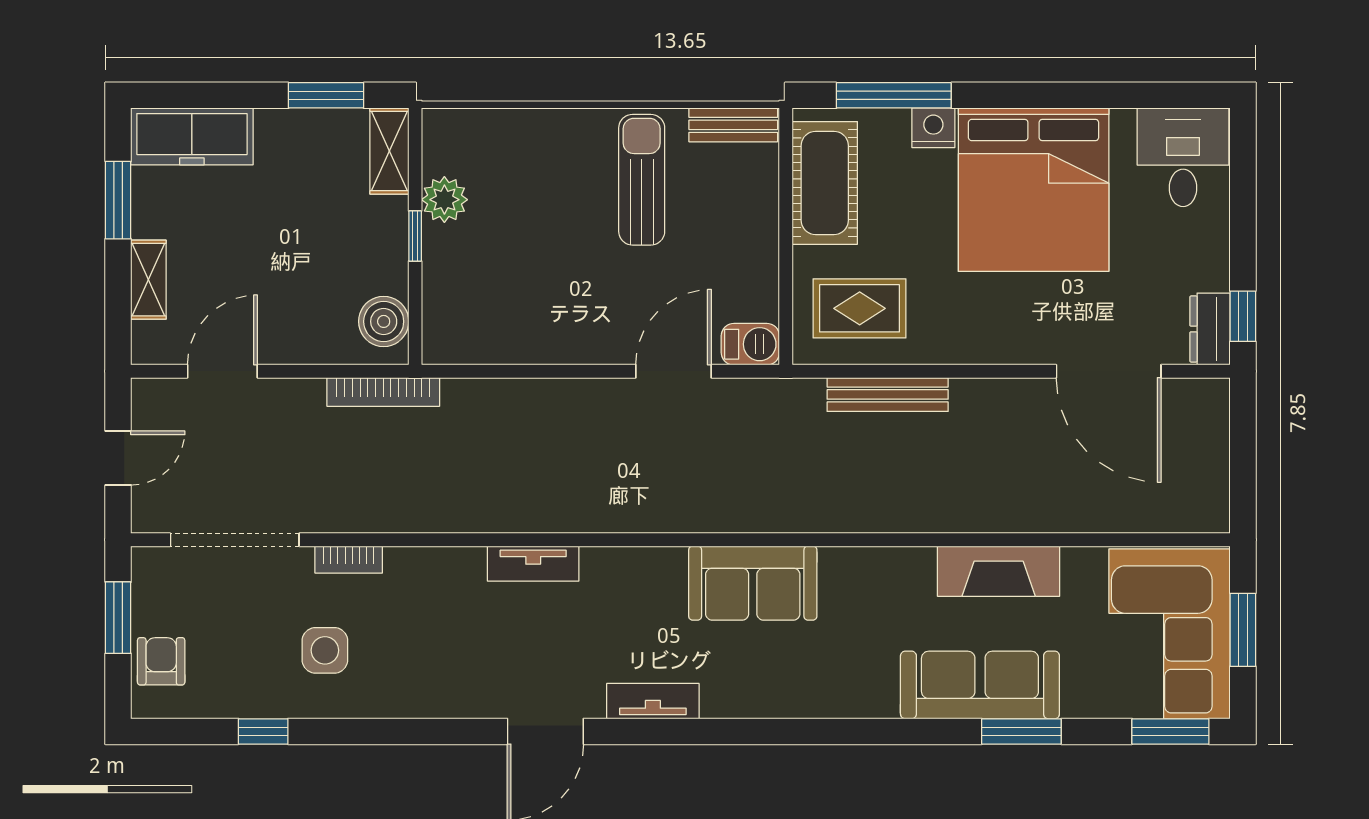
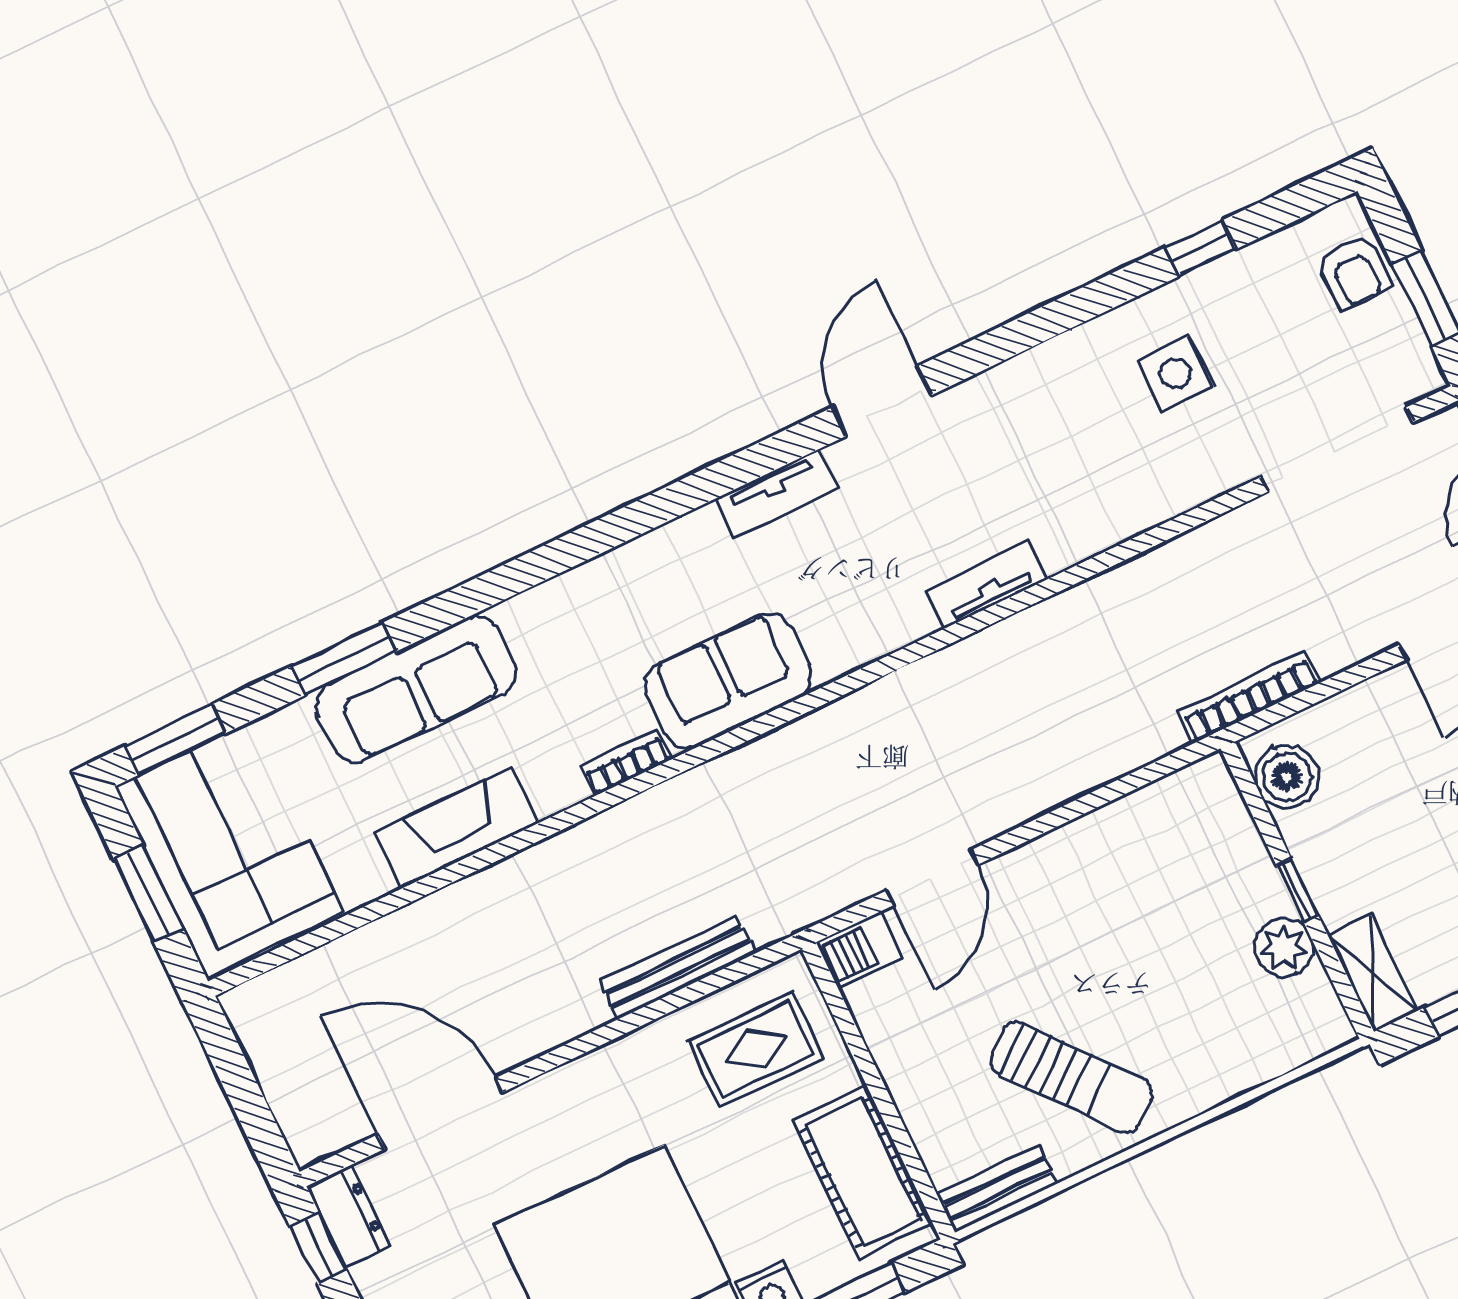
sun lounger: (642, 180) -> (1072, 1077), turned -39
bookcase: (349, 560) -> (626, 763), moved

